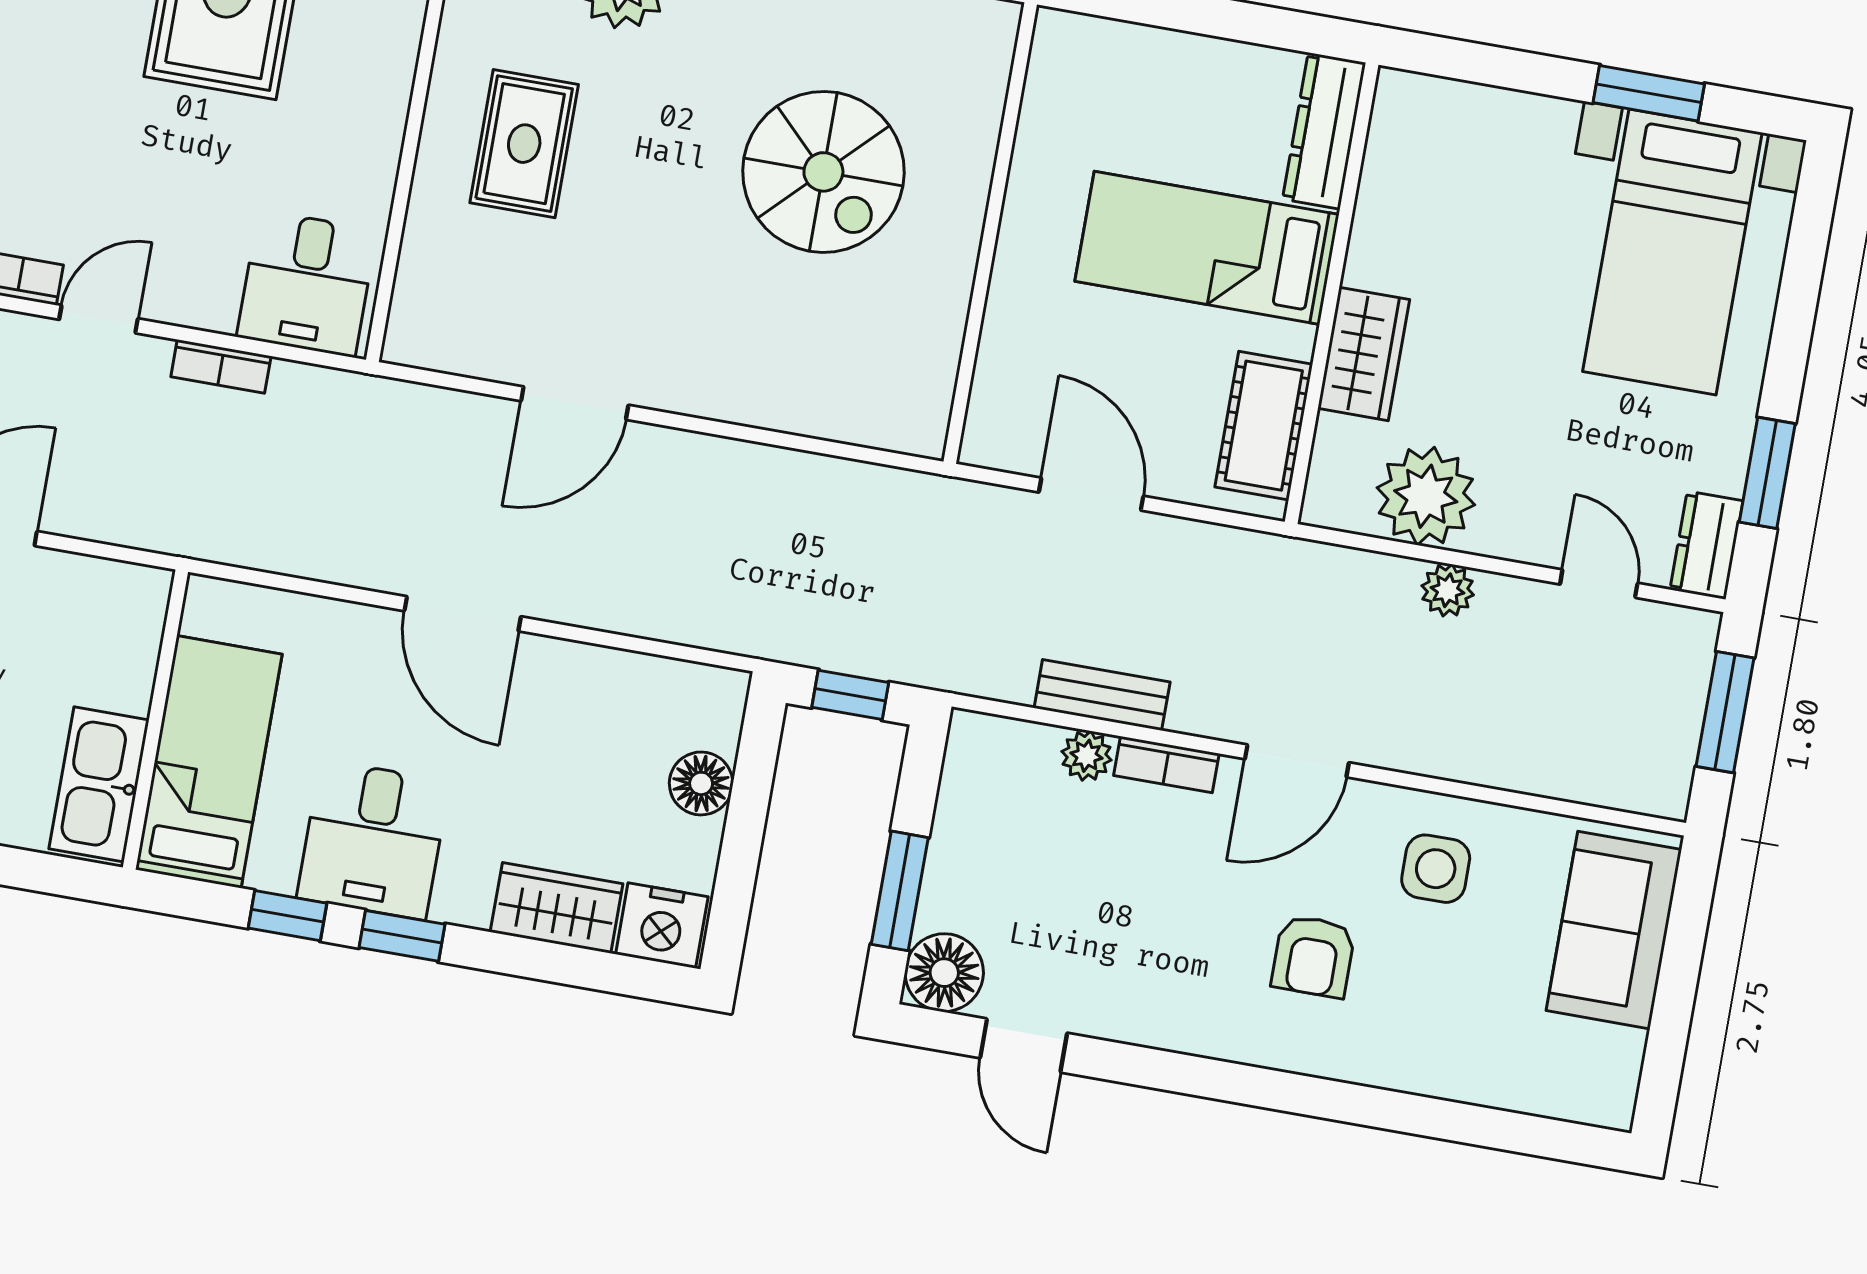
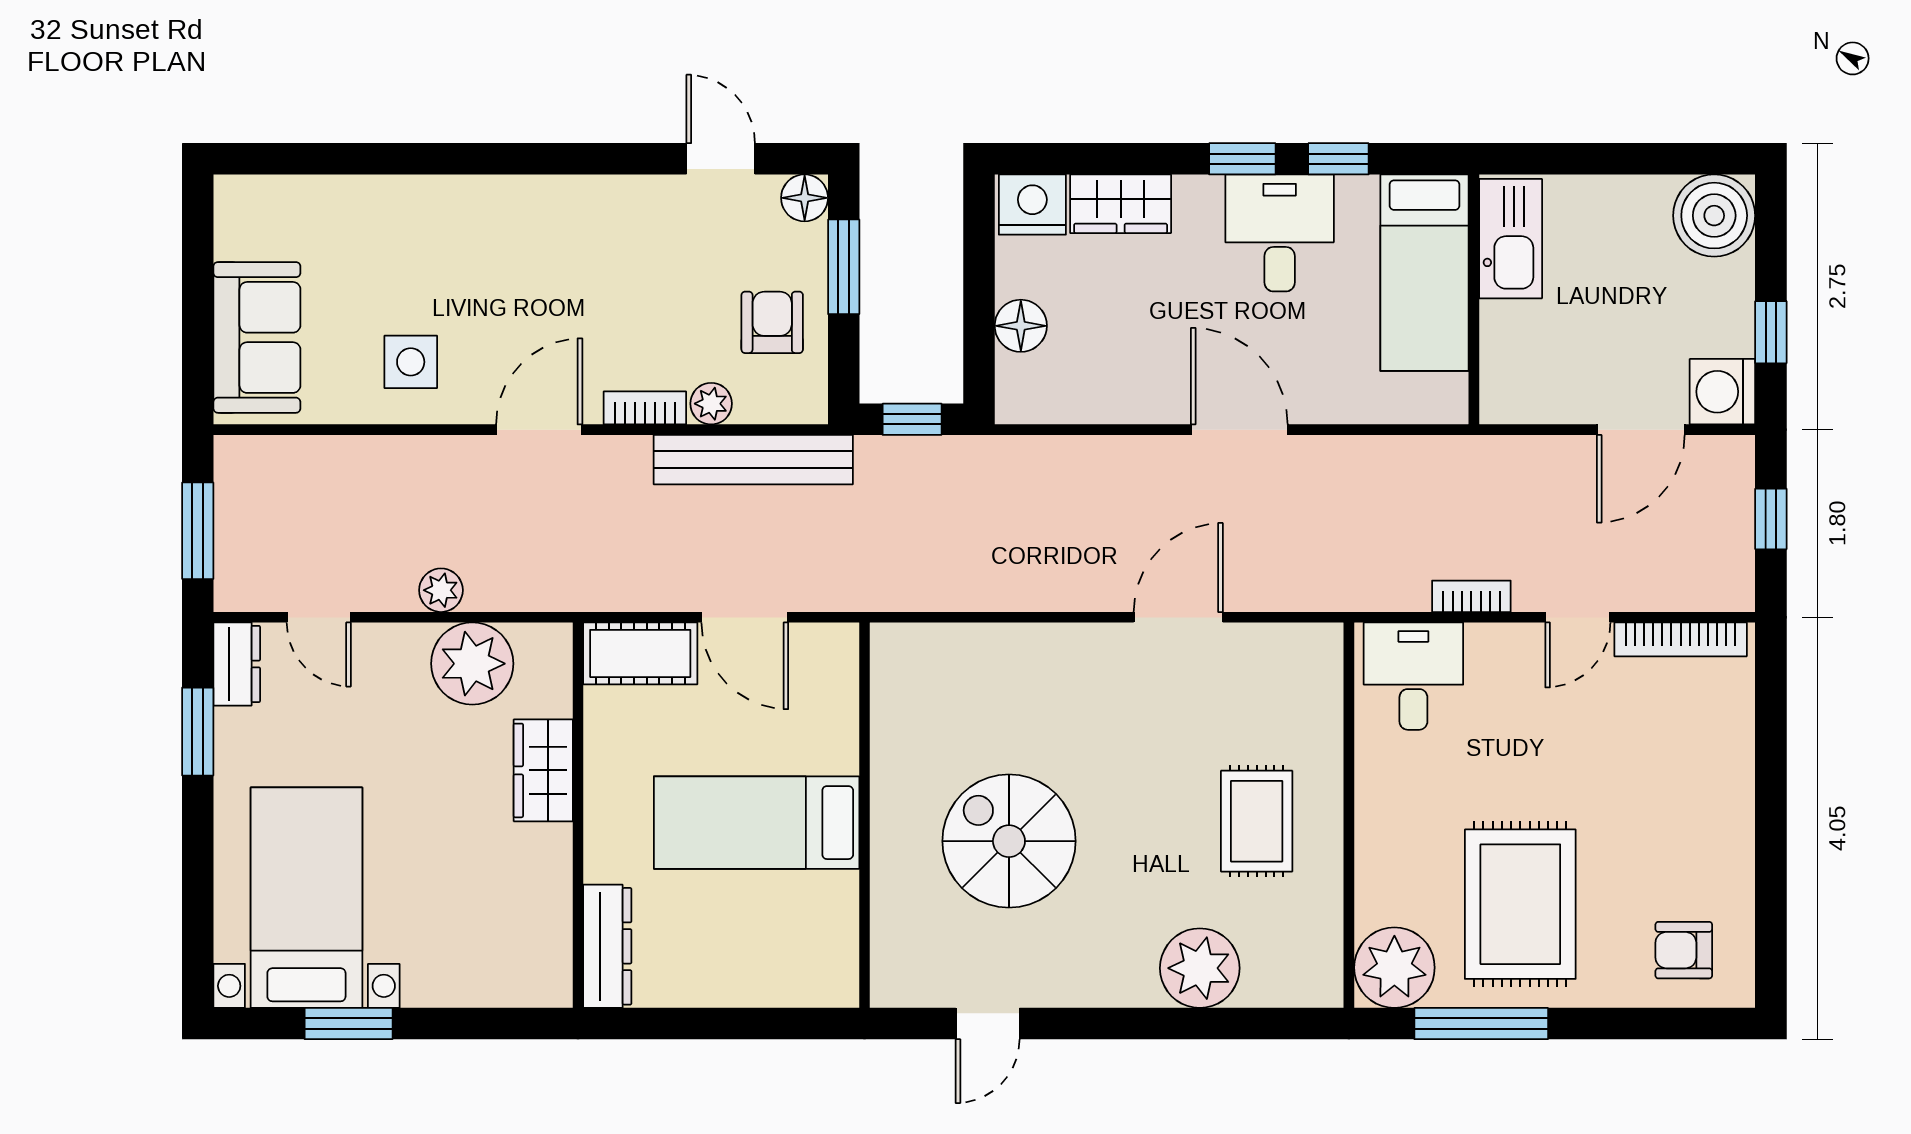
bed: (1207, 248) -> (757, 823), moved, turned 180
cot: (1264, 426) -> (640, 653), moved, turned 90
bench: (1102, 695) -> (753, 460), width x1.86, depth x1.21
armchair: (1313, 956) -> (772, 322), moved
floor lamp: (944, 973) -> (805, 198), width x0.73, depth x0.73

